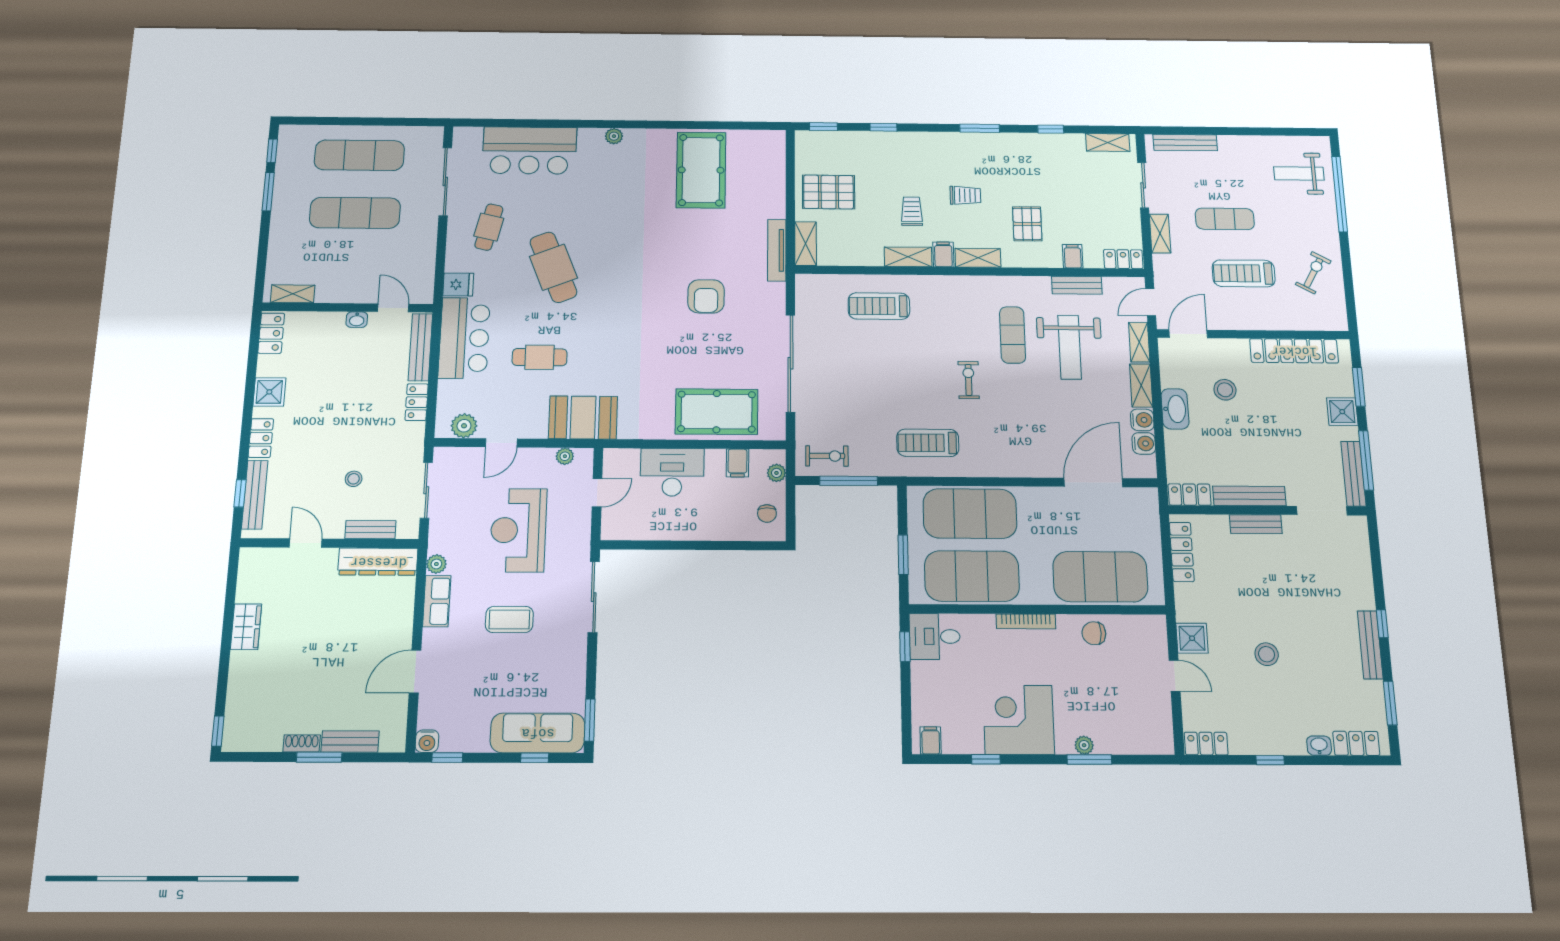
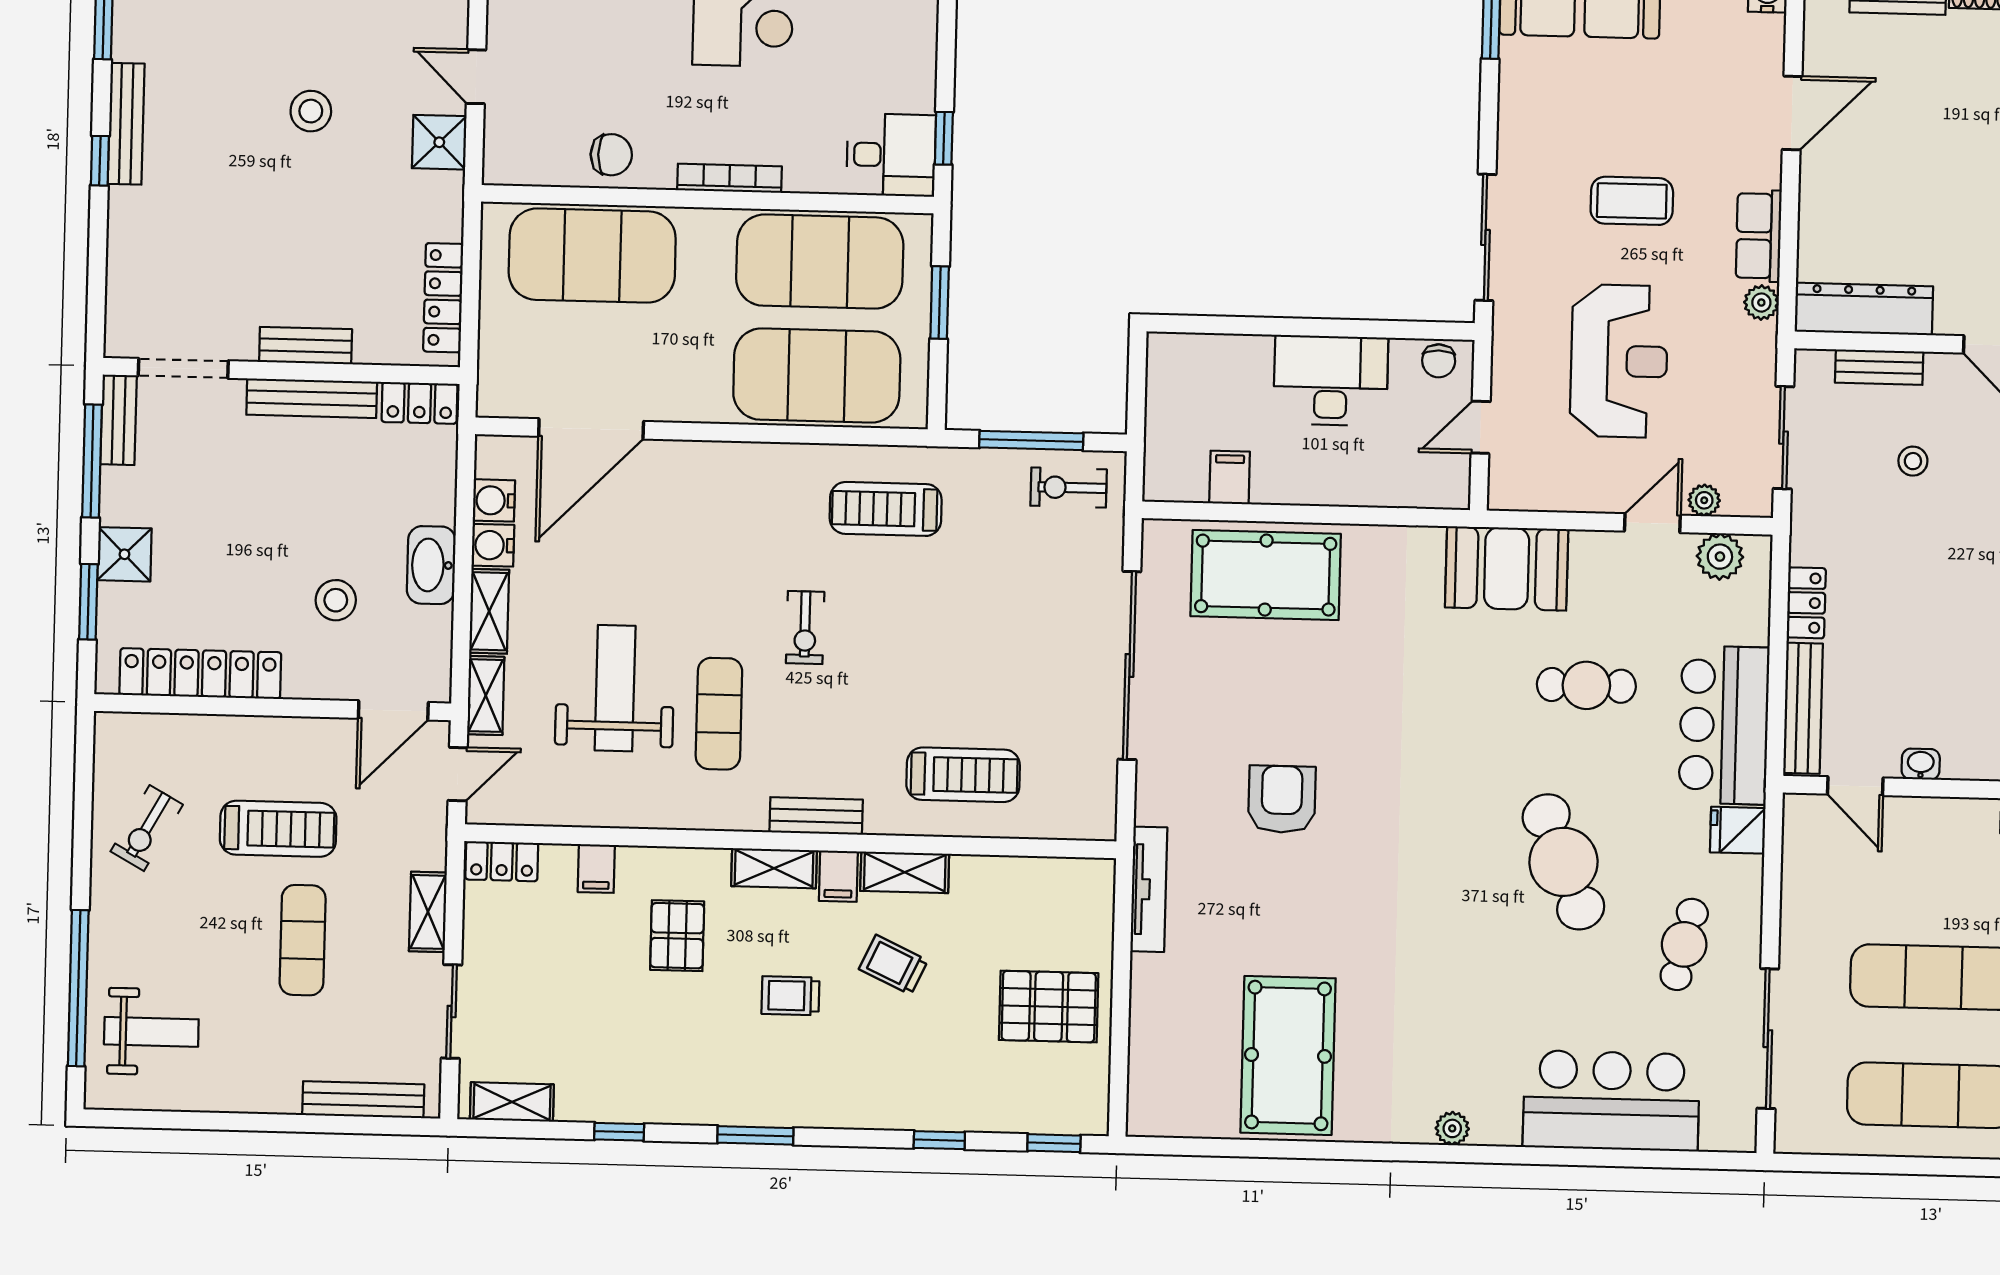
trolley: (912, 211) -> (893, 965), turned 115
exercise mat: (1225, 219) -> (303, 940), turned 90
shelving: (806, 244) -> (1095, 902), removed
bench: (1077, 285) -> (816, 816), moved
treadmill: (928, 443) -> (886, 509), turned 180
plant: (565, 456) -> (1704, 500), moved
desk: (672, 472) -> (1331, 381), moved, turned 180
plant: (776, 473) -> (1160, 458), removed
bench: (1353, 474) -> (119, 420), width x0.73
chair: (767, 513) -> (1439, 361), moved, turned 180

